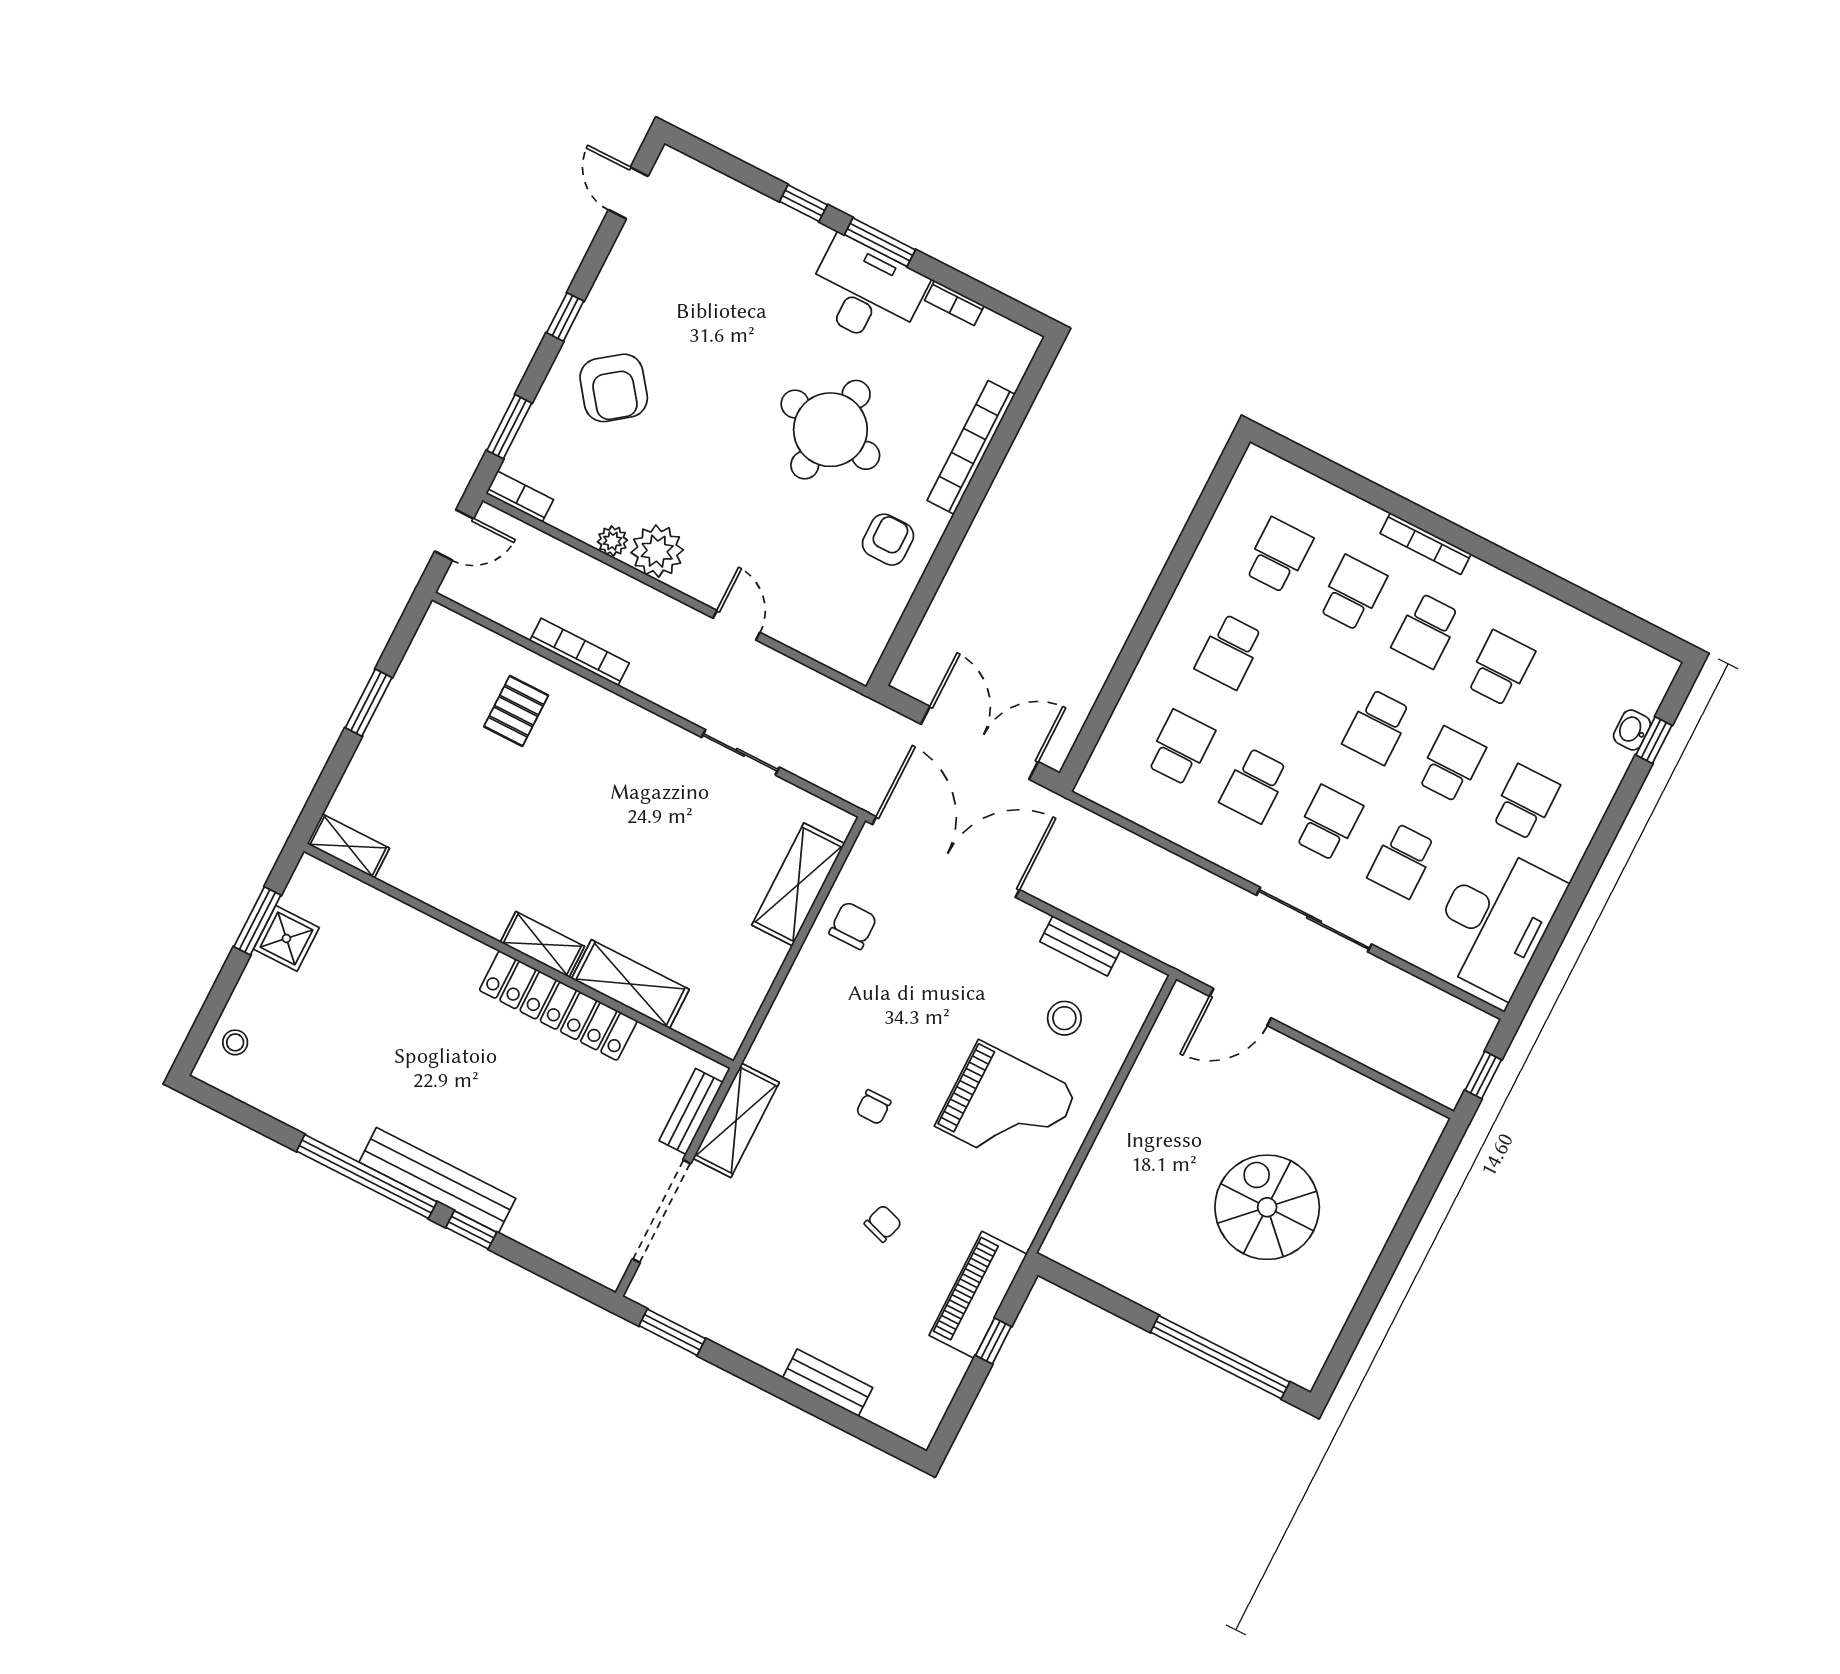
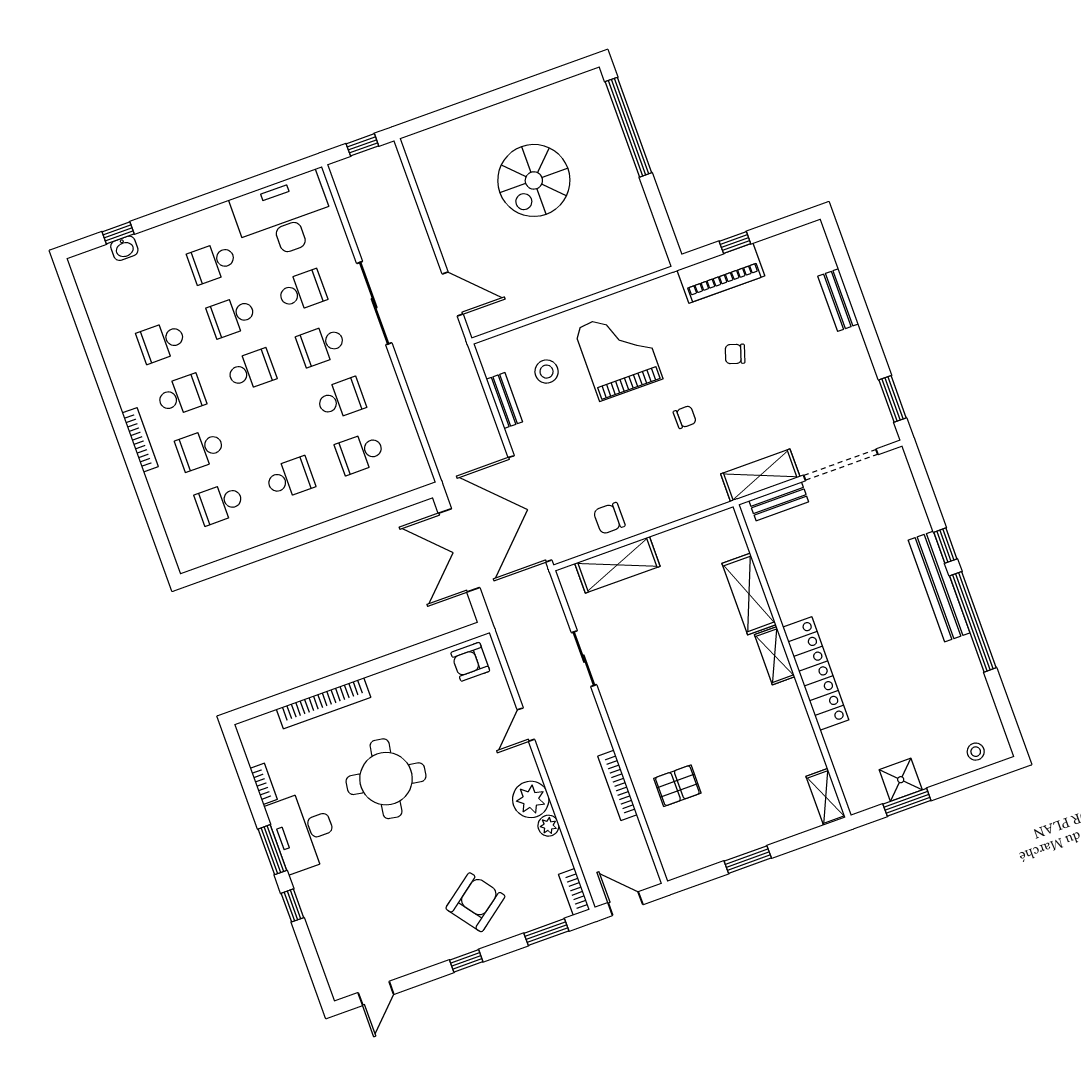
armchair: (888, 540) -> (470, 662), moved
locker: (558, 1006) -> (816, 674), moved

